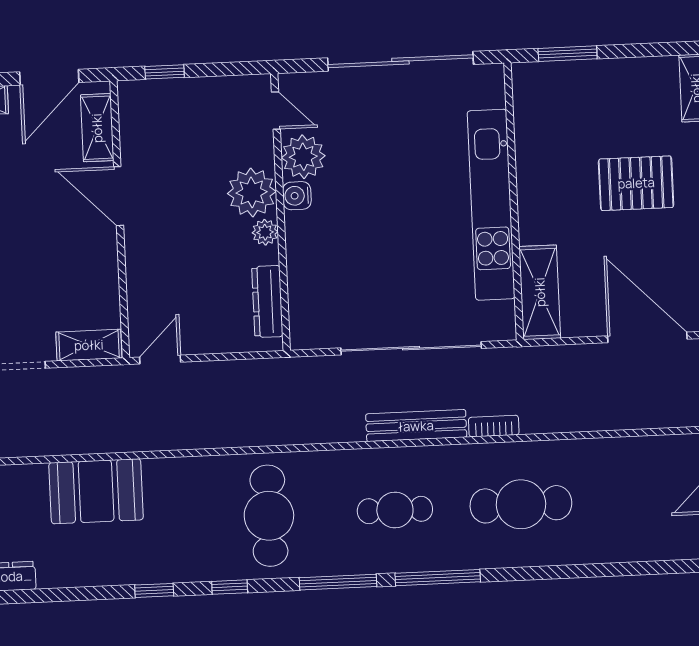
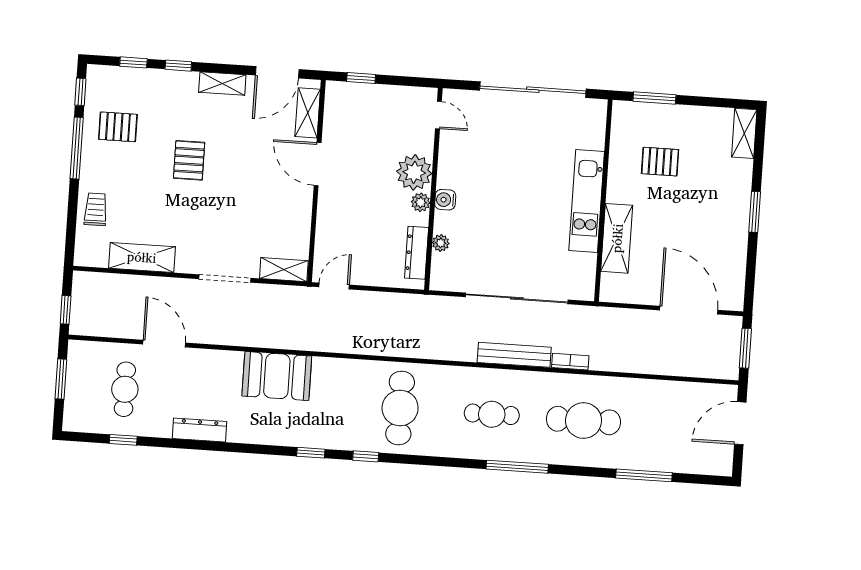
plant: (303, 157) -> (441, 243), moved, width x0.53, depth x0.53
pallet: (636, 183) -> (660, 162), moved, width x0.67, depth x0.71
water cooler: (297, 196) -> (445, 200), moved
kitchen unit: (491, 205) -> (587, 201), width x0.73
shelving: (540, 292) -> (617, 238), moved
window: (338, 582) -> (644, 475), moved

